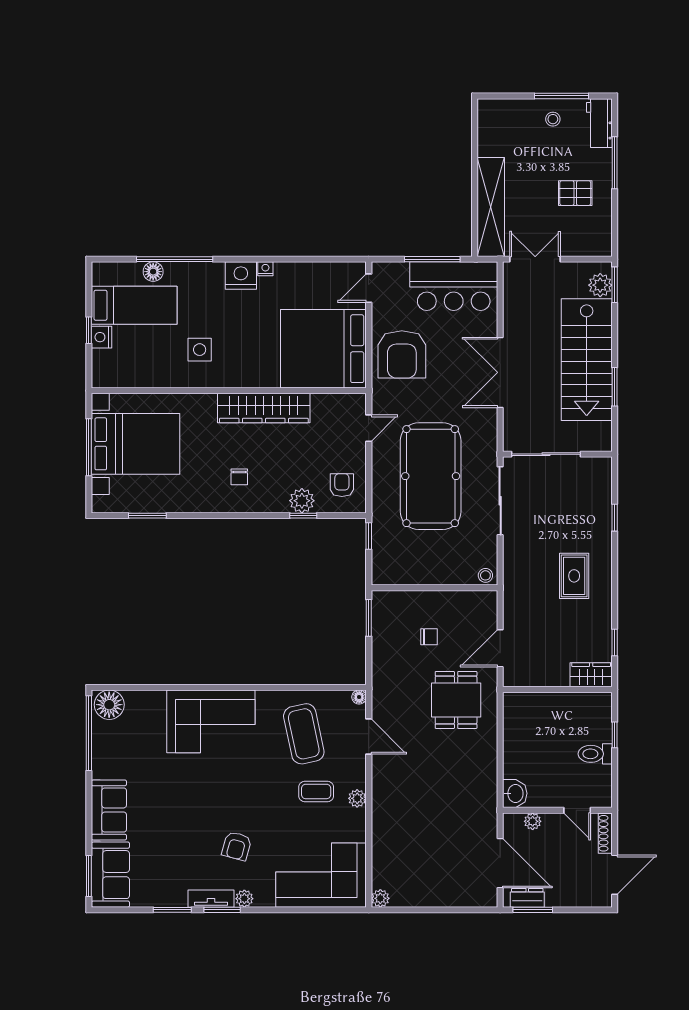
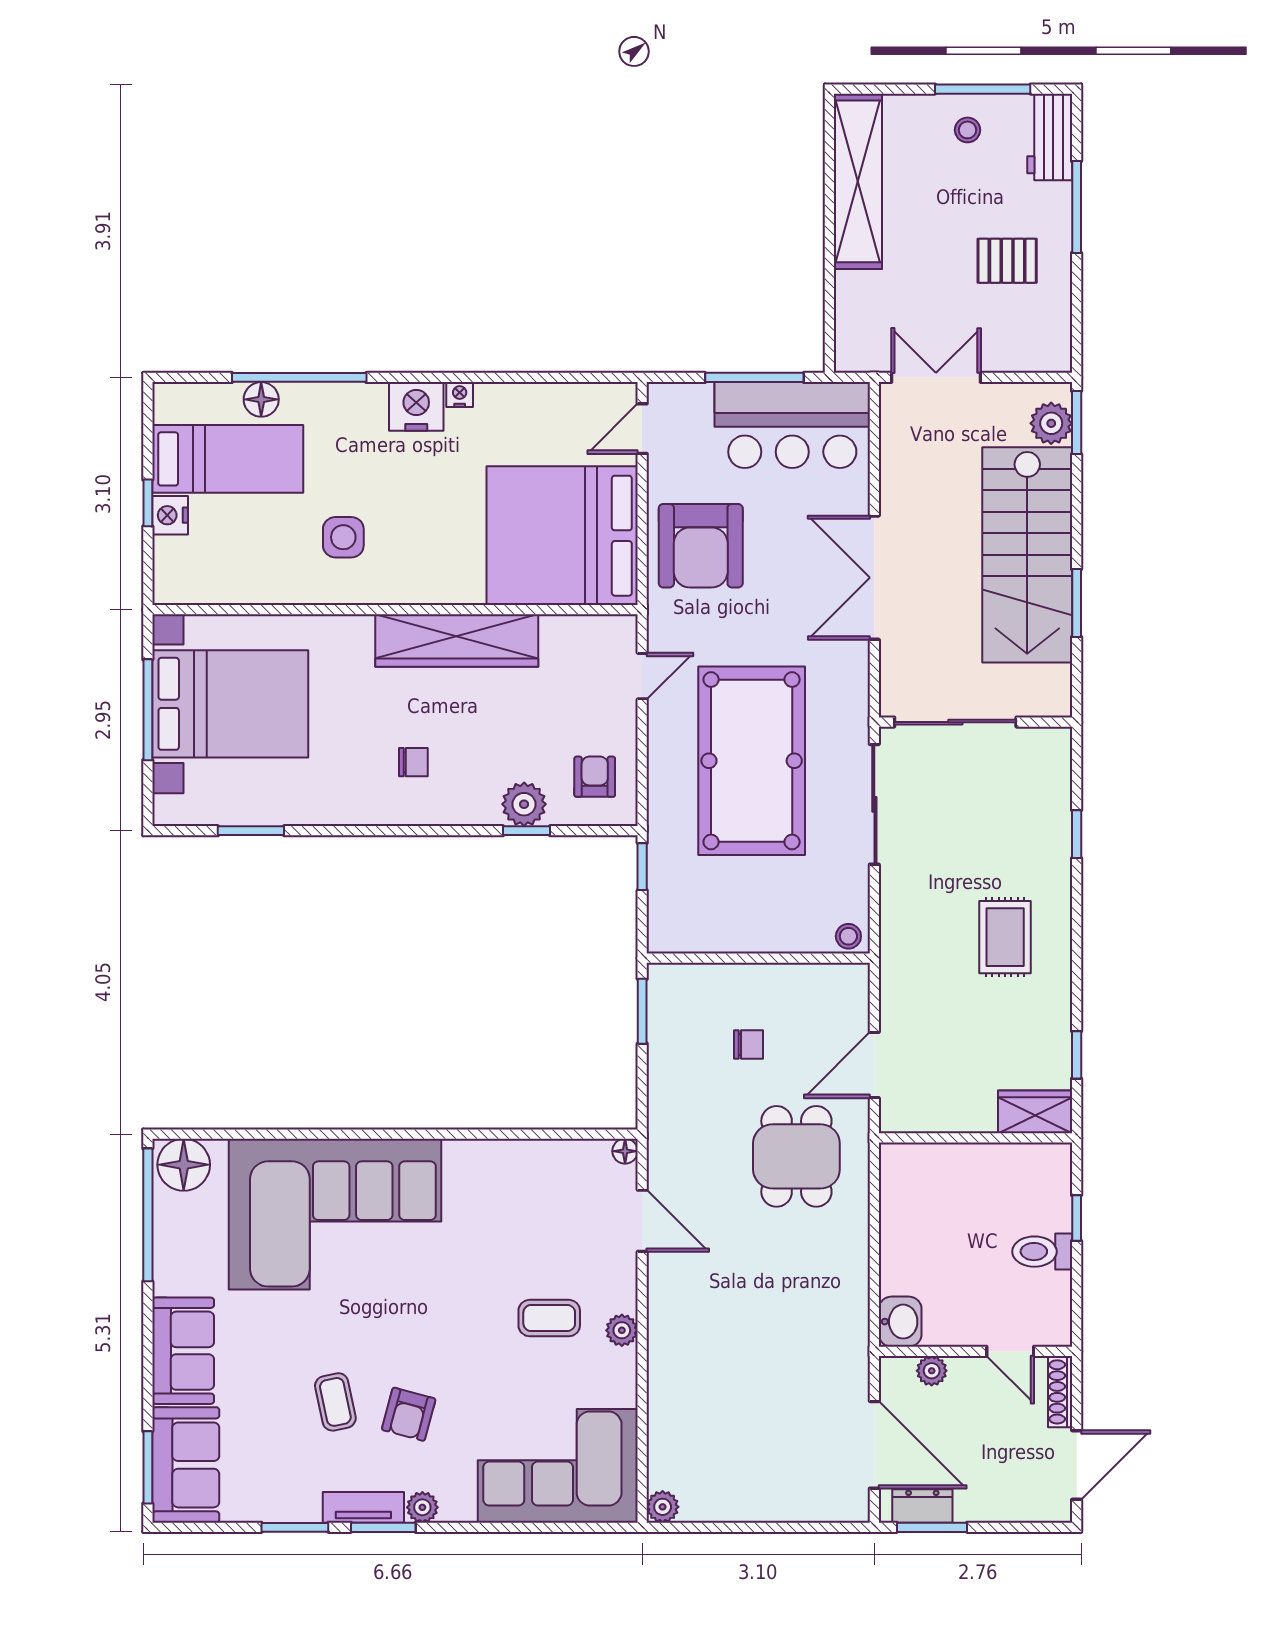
shelving: (491, 207) -> (858, 181), moved
chair: (239, 477) -> (413, 762), turned -90
corner sofa: (211, 721) -> (335, 1214), width x1.36, depth x1.36
coffee table: (304, 734) -> (335, 1402), moved, width x0.54, depth x0.58

